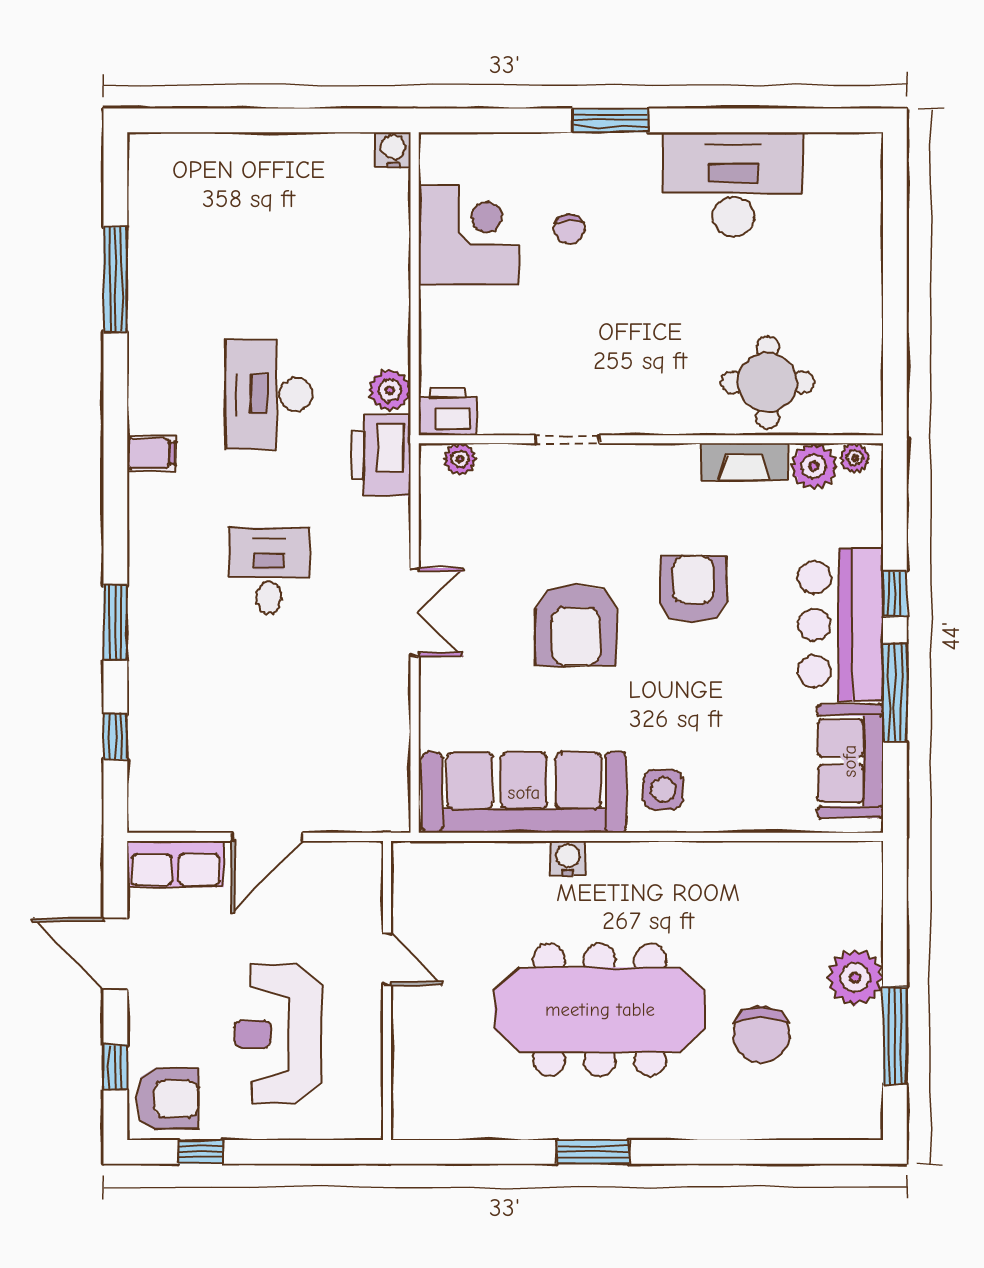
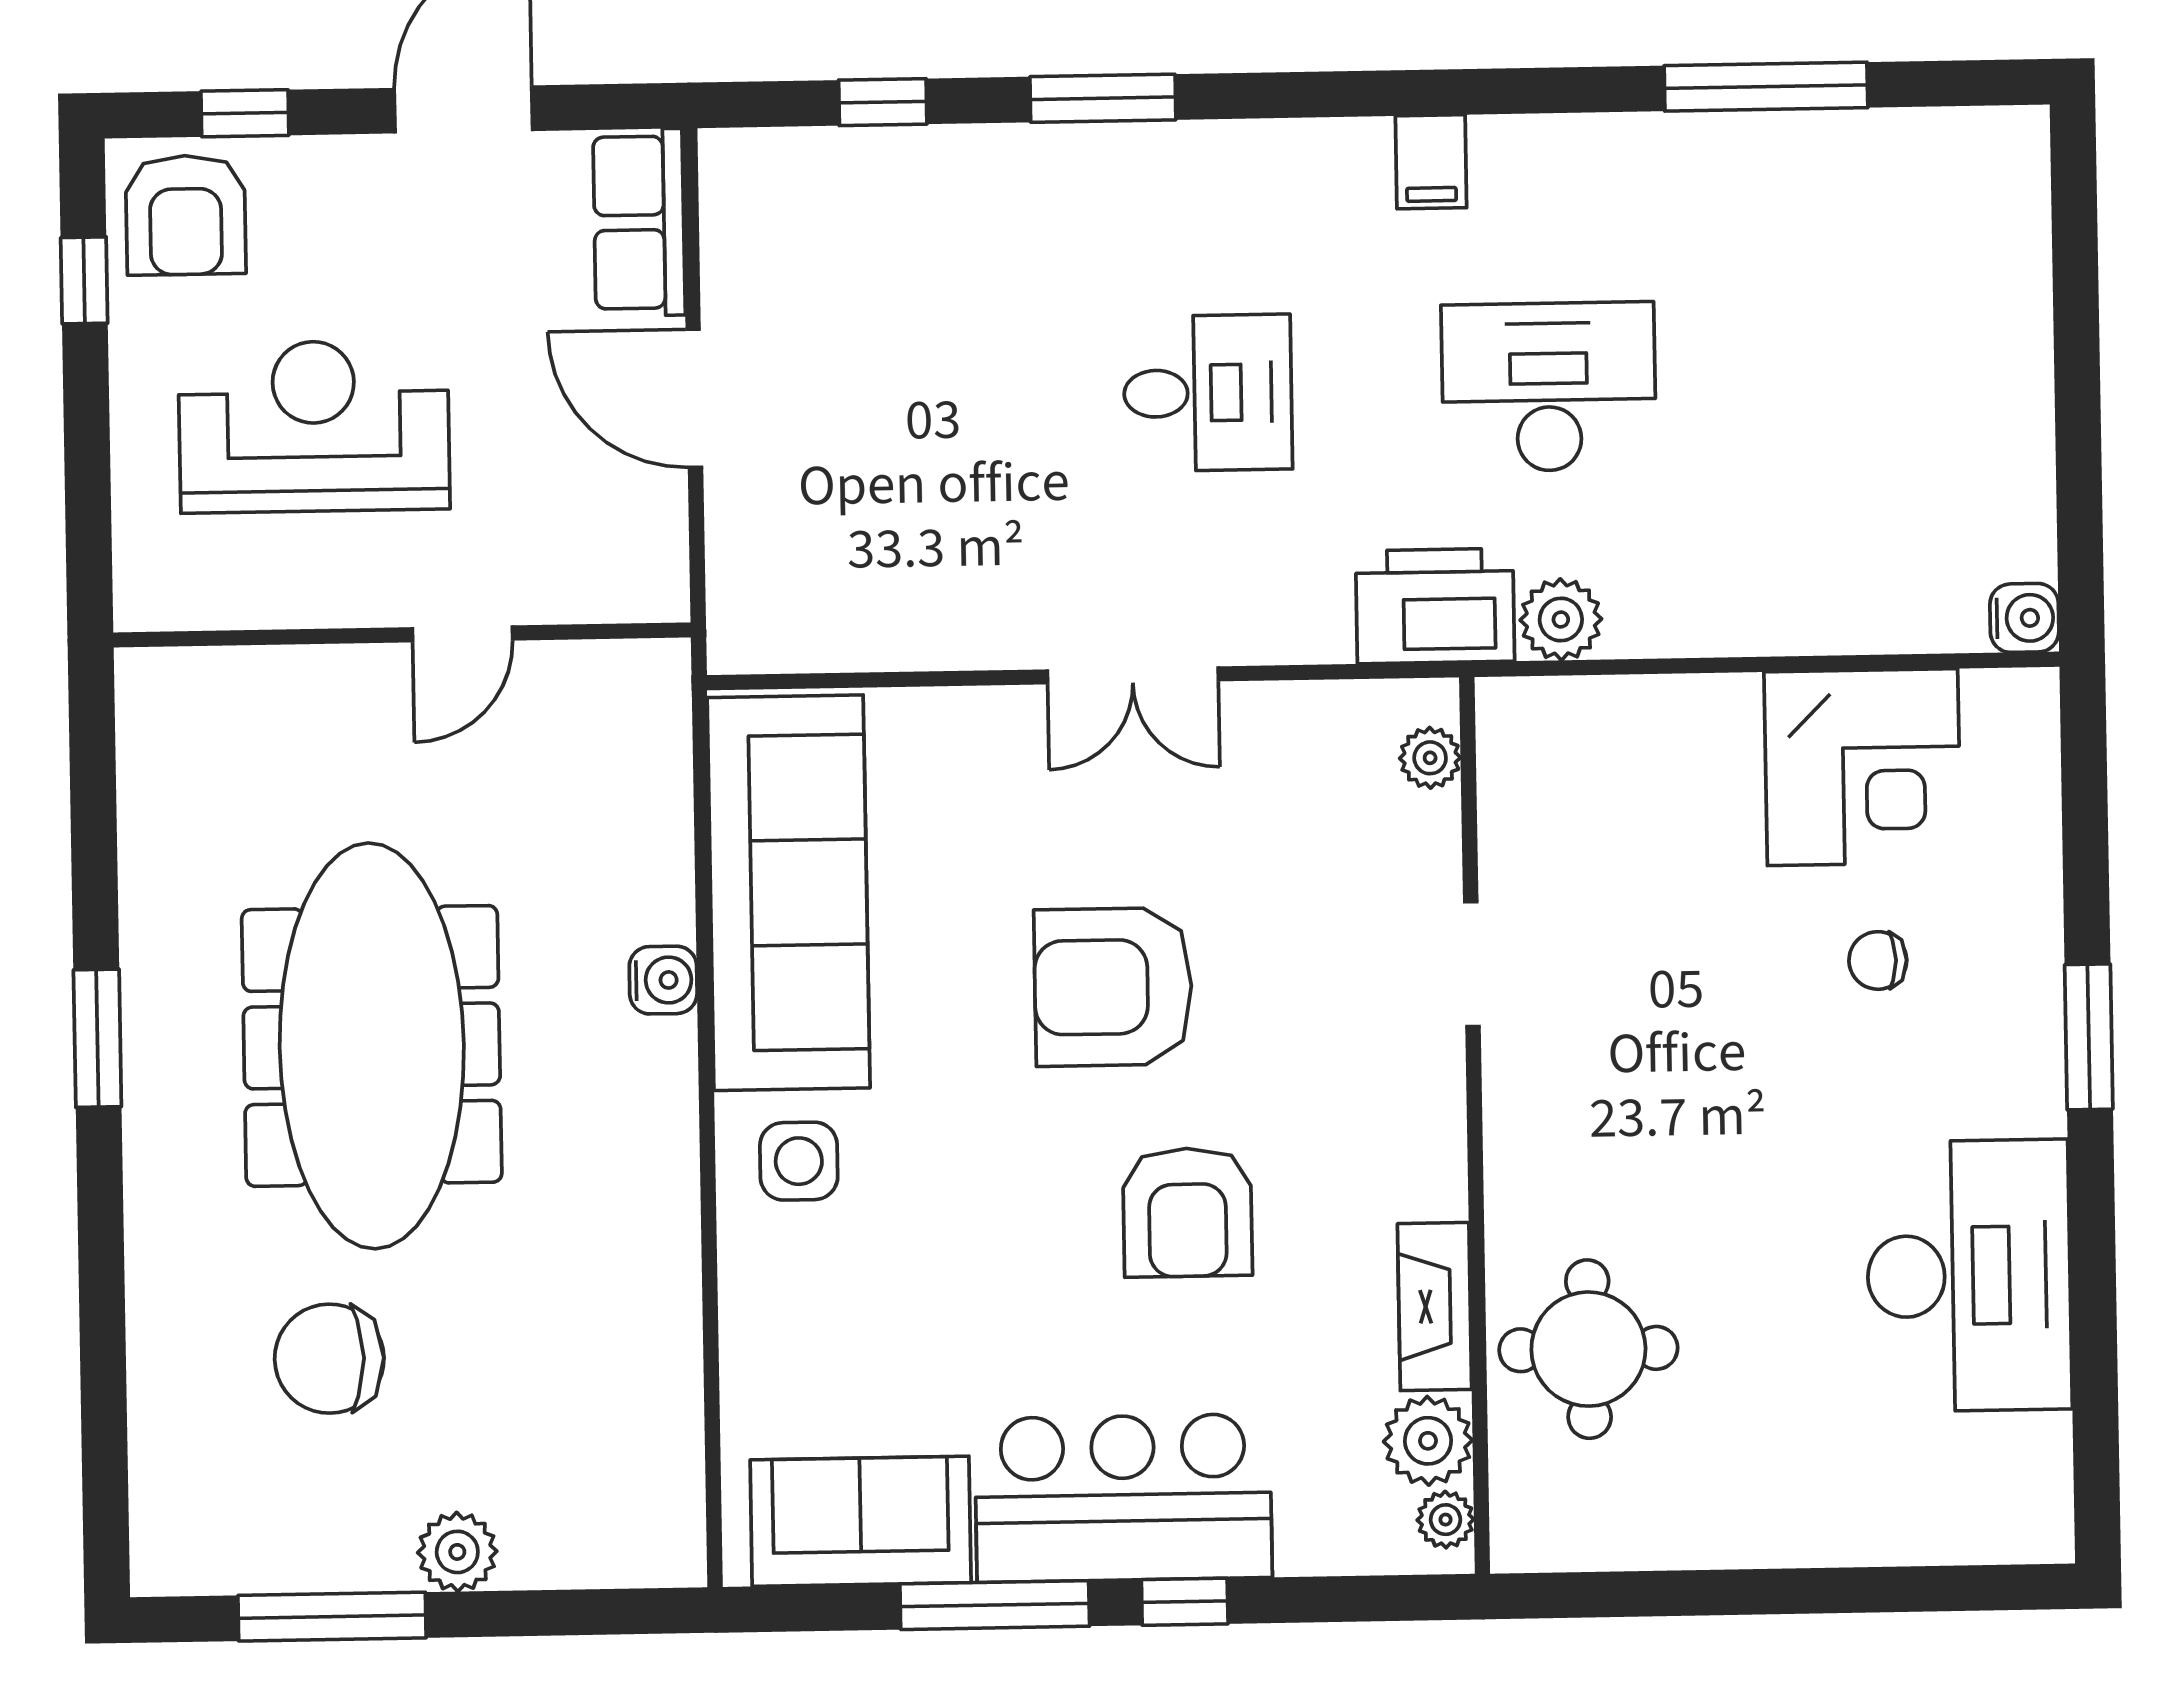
printer: (447, 411) -> (1522, 732), removed
armchair: (693, 589) -> (1188, 1212), turned 90
plant: (855, 978) -> (457, 1552), width x0.73, depth x0.73

